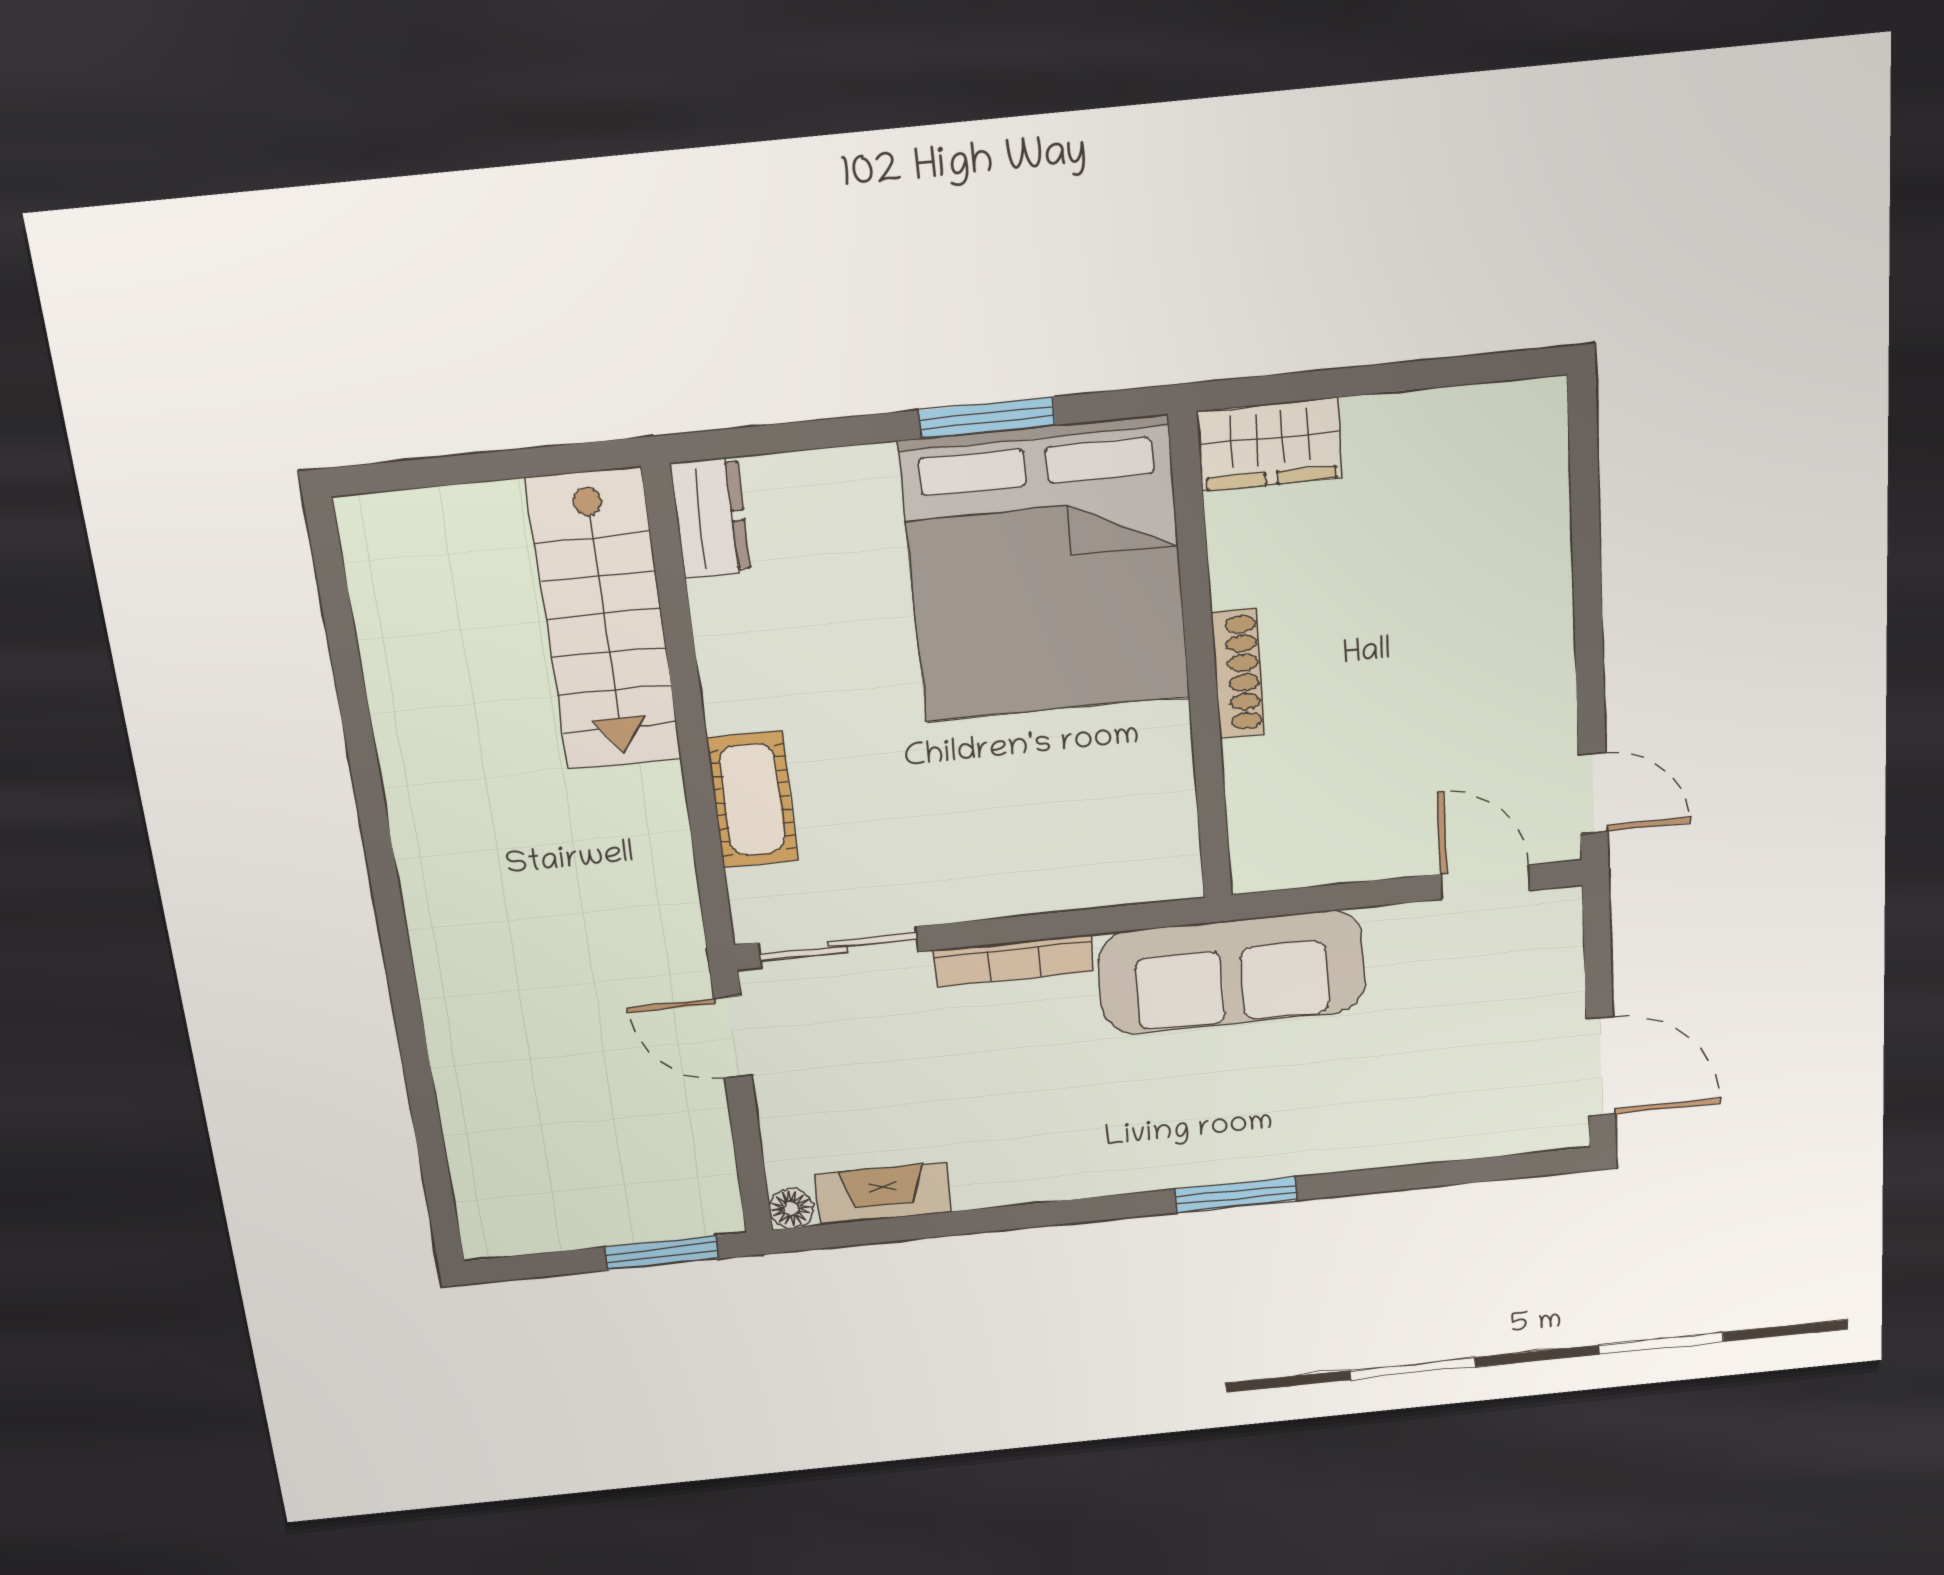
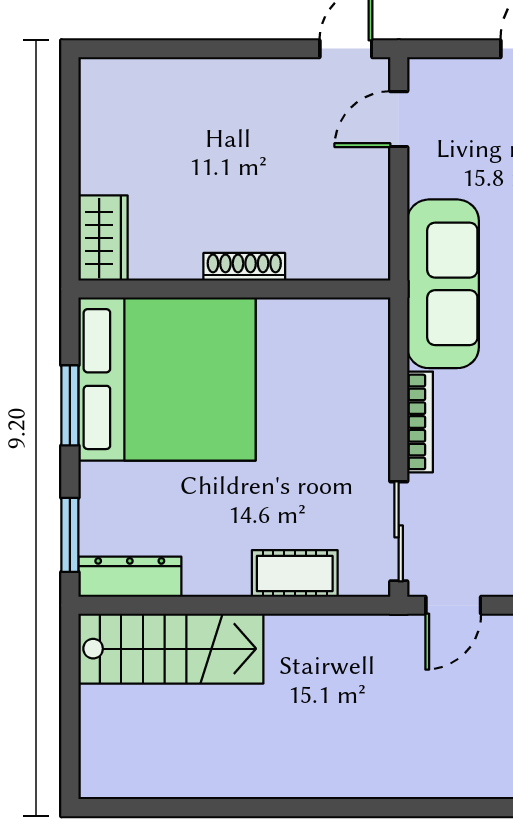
window: (771, 439) -> (70, 535), added
dresser: (711, 518) -> (130, 577), width x1.44

